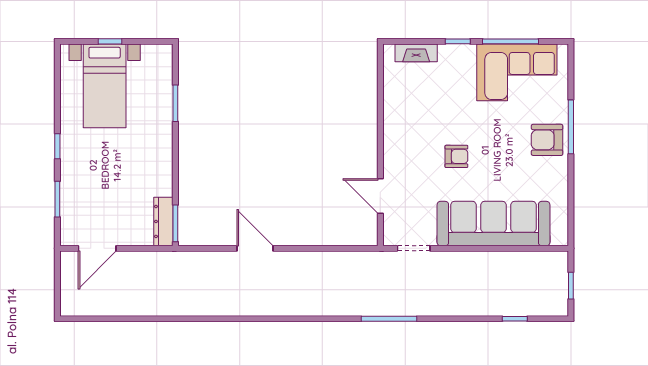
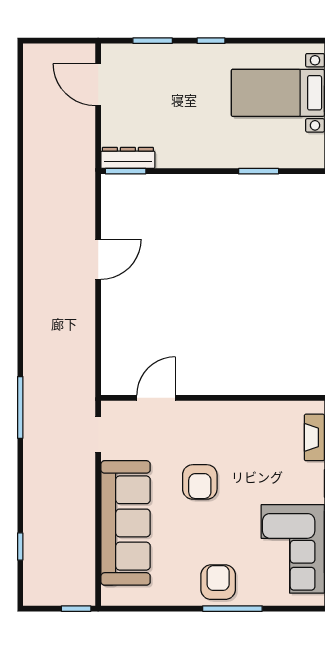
armchair: (456, 156) -> (200, 482), width x1.38, depth x1.38
window: (571, 286) -> (76, 609), moved

